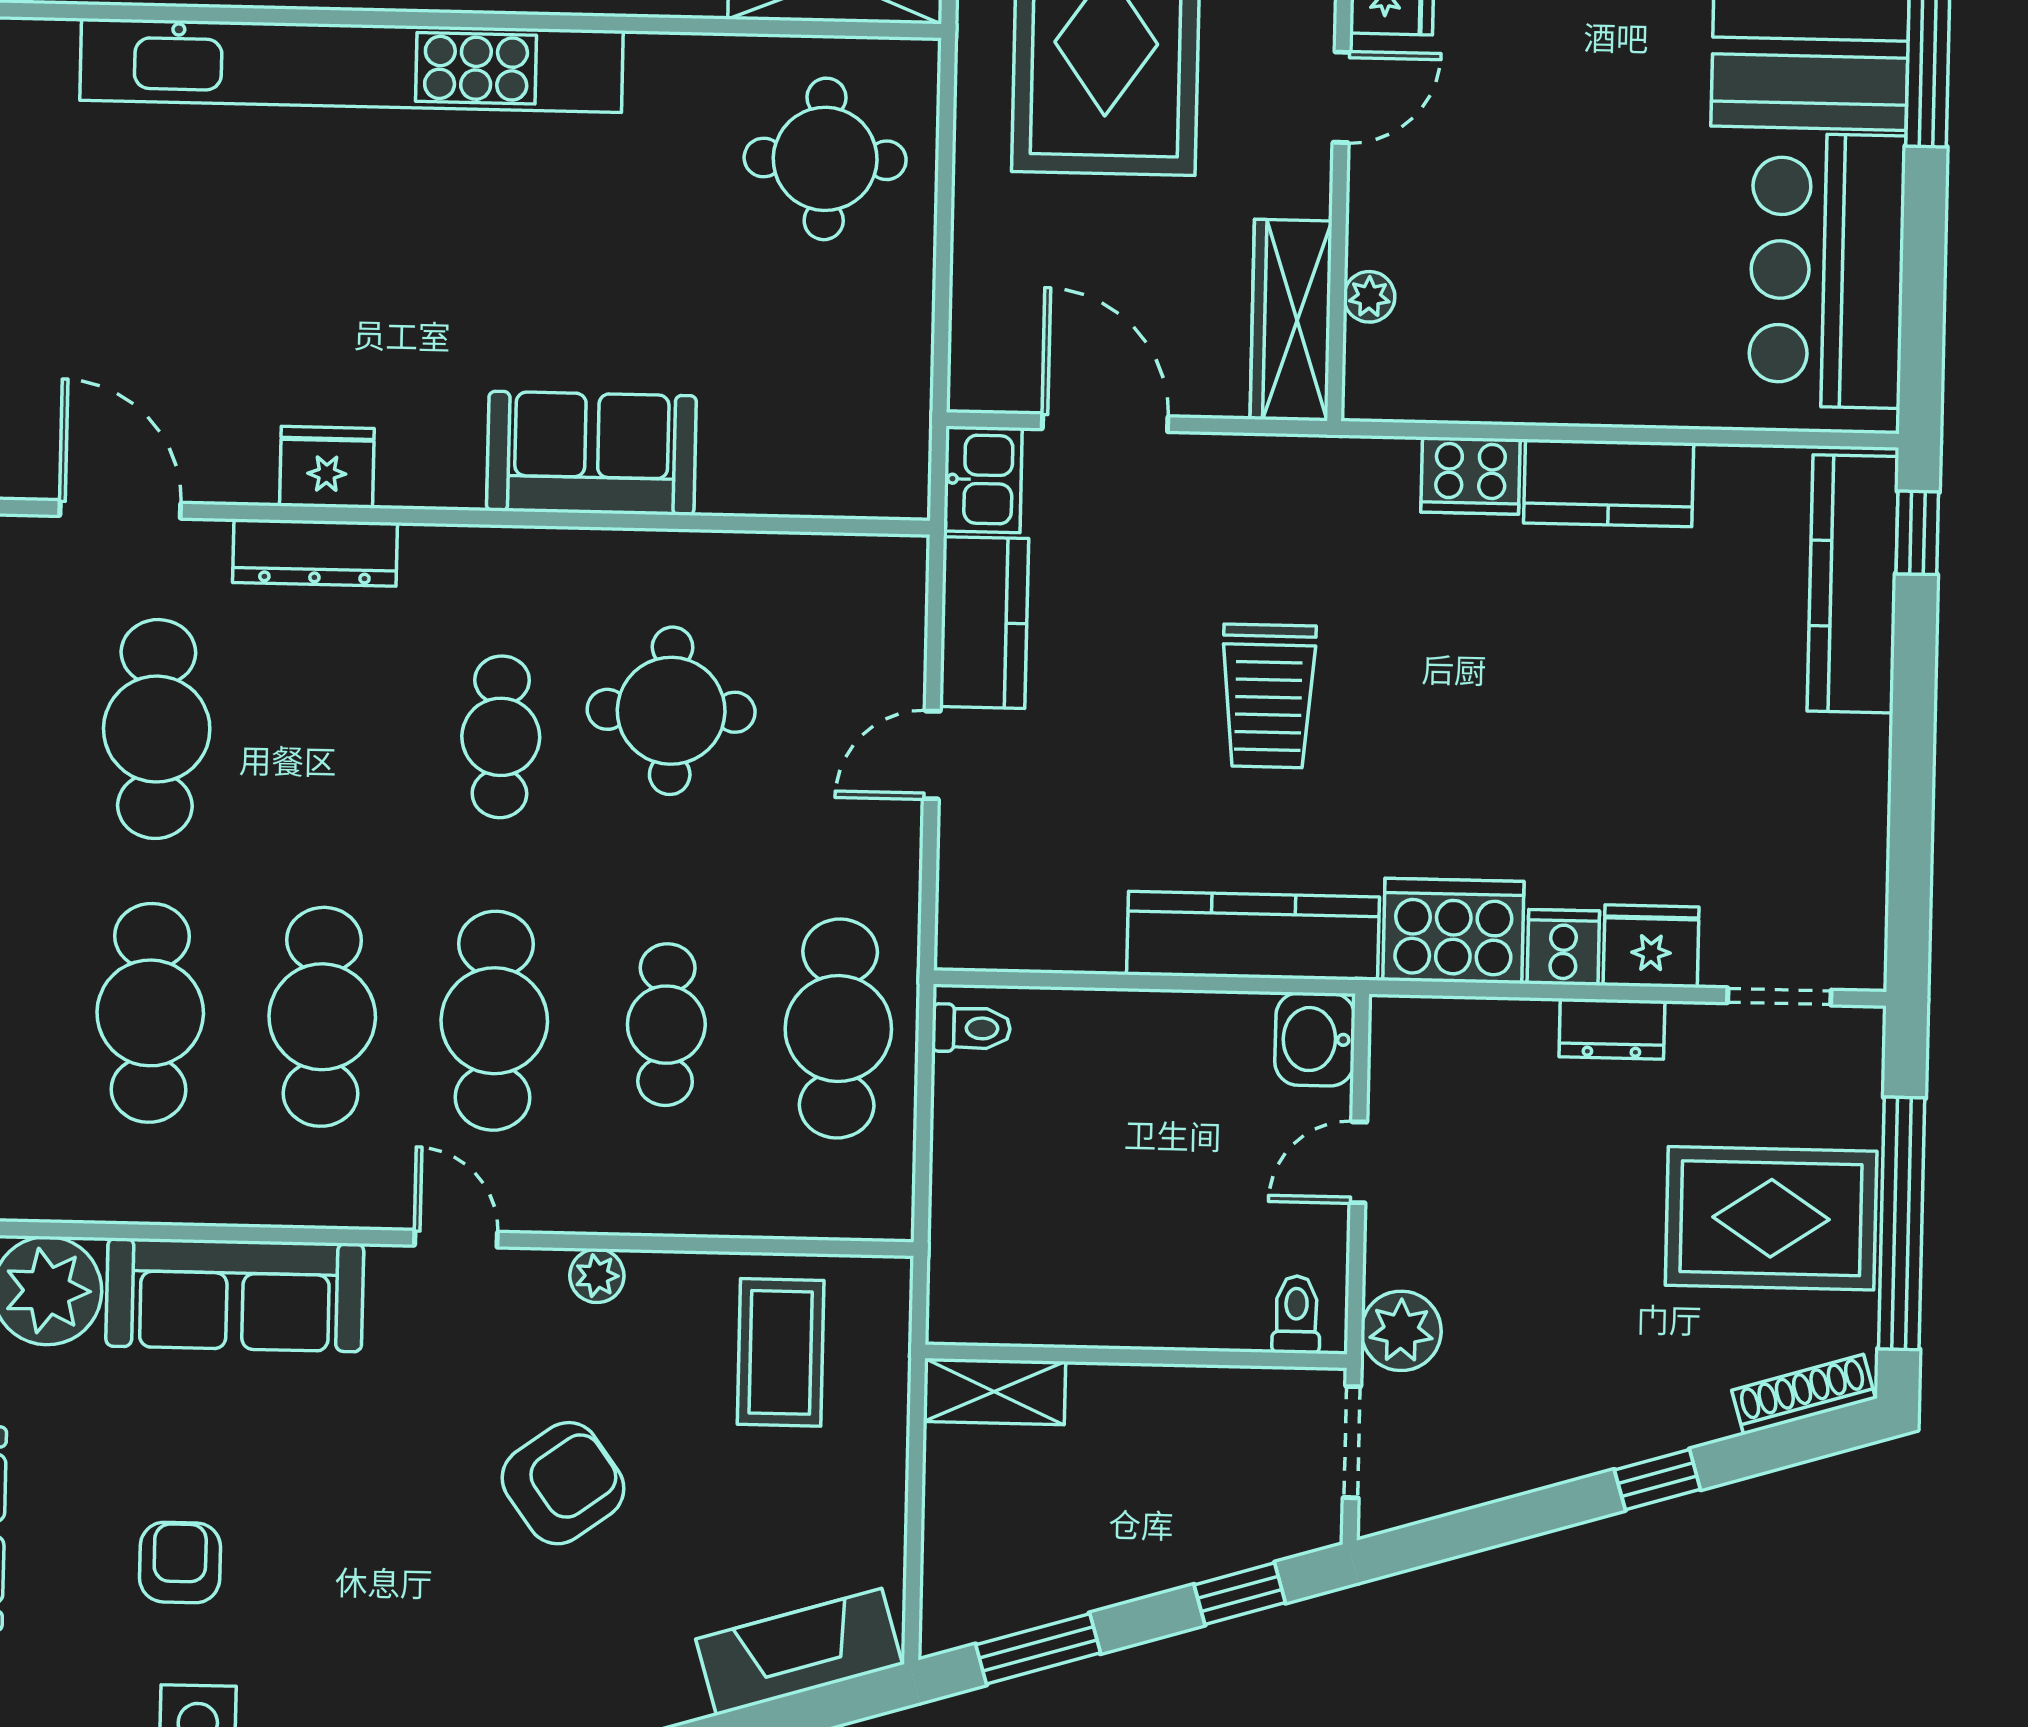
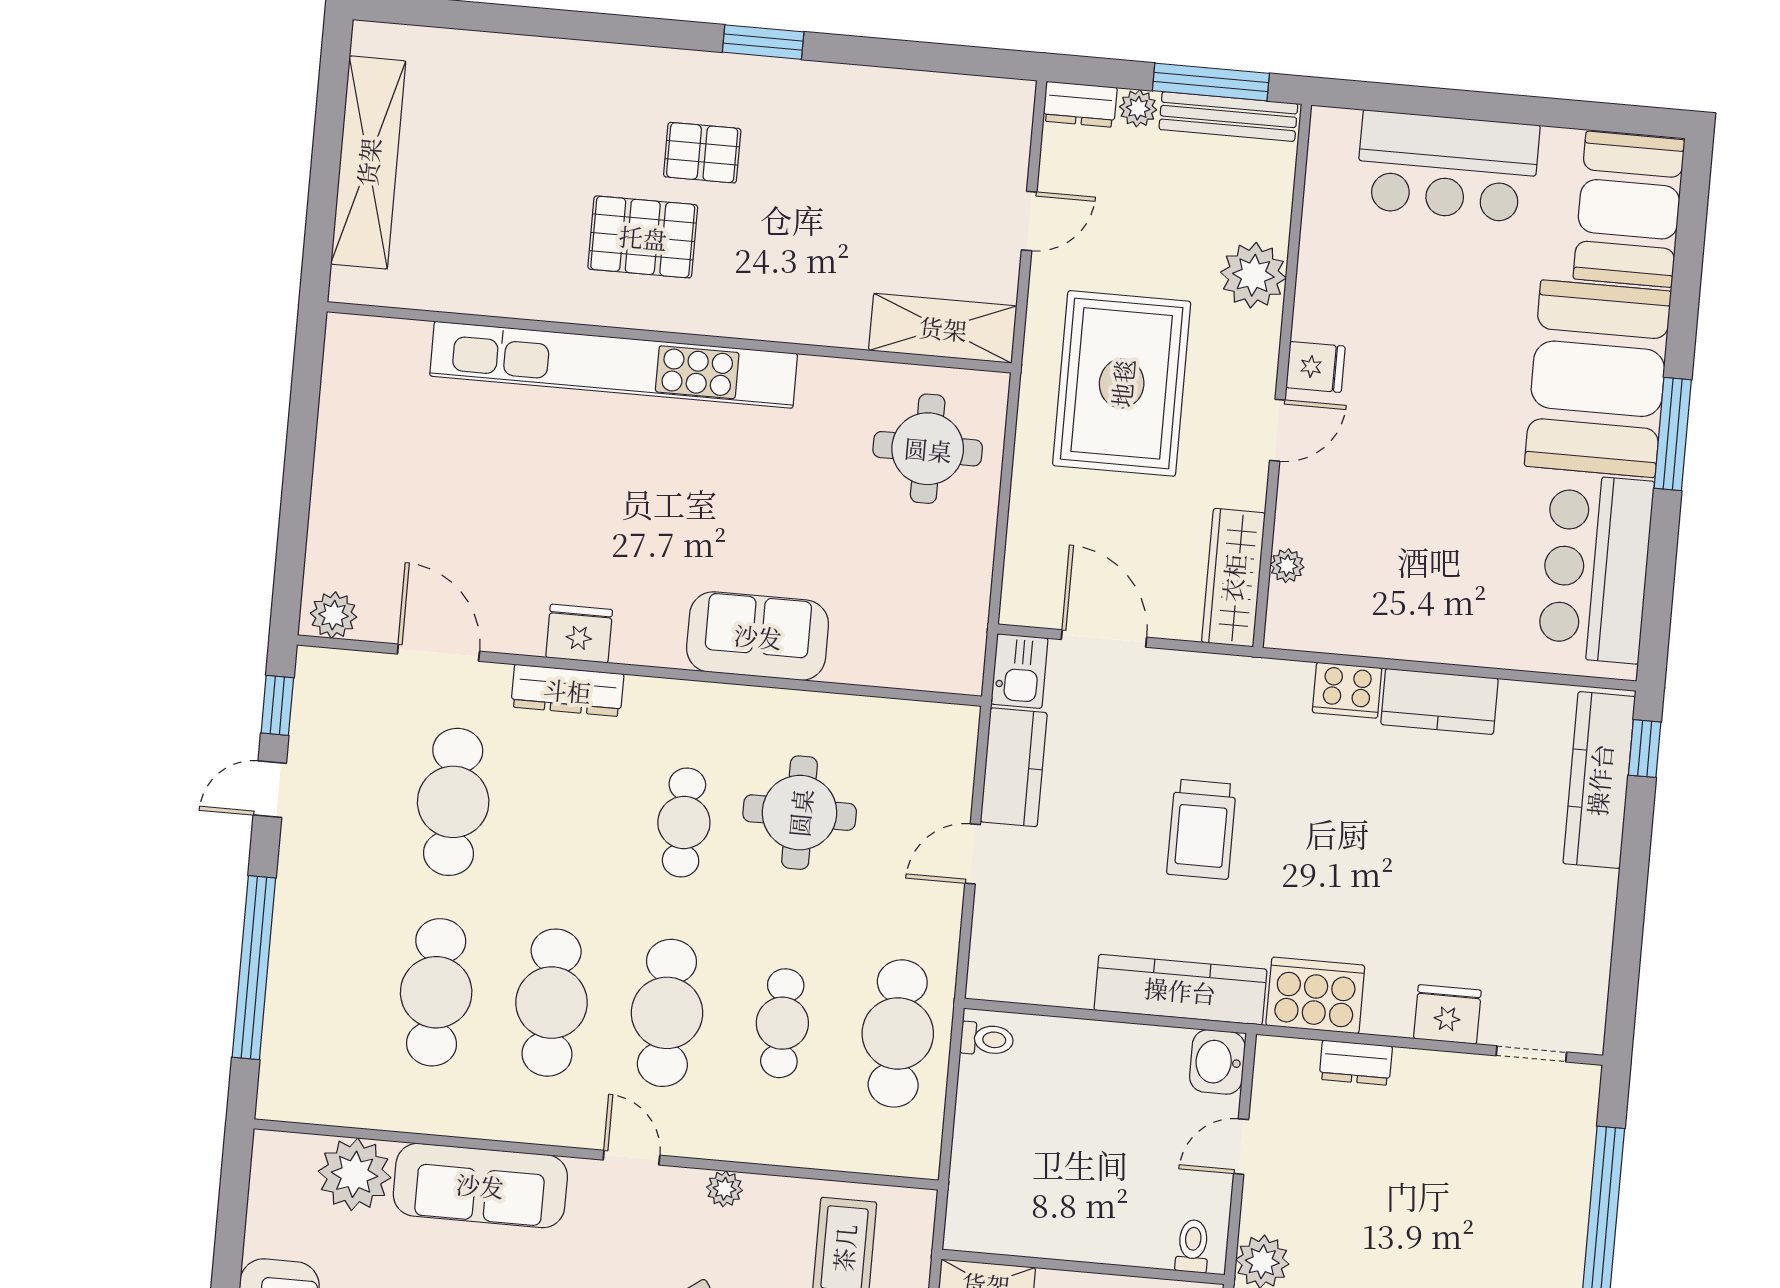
cooker: (1563, 947) -> (1388, 1011), removed
dresser: (1612, 1029) -> (1356, 1063), moved
rug: (1771, 1218) -> (1516, 1203), removed

